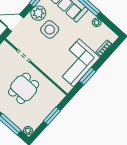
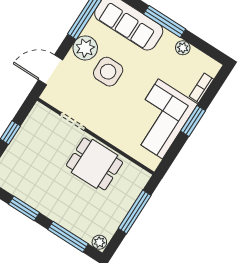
window: (88, 76) -> (193, 121), moved
dining table: (24, 88) -> (95, 164), moved, turned 90
window: (52, 116) -> (135, 212), width x1.44

